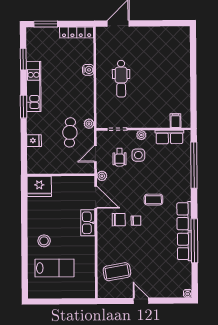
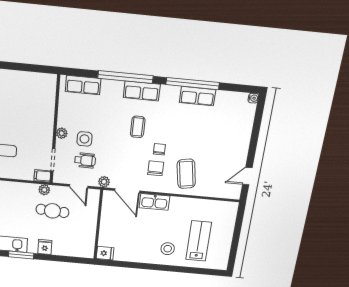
filing cabinet: (176, 121) -> (42, 176), moved
row of seats: (169, 137) -> (83, 85), moved, turned 90
fridge: (34, 141) -> (45, 247), moved
window: (194, 165) -> (126, 77), moved
fridge: (39, 186) -> (105, 253), width x0.53, depth x0.75
door: (96, 197) -> (127, 191), swing flipped
row of seats: (184, 216) -> (142, 91), moved
coffee table: (117, 272) -> (186, 174), moved
door: (141, 301) -> (247, 176), moved

